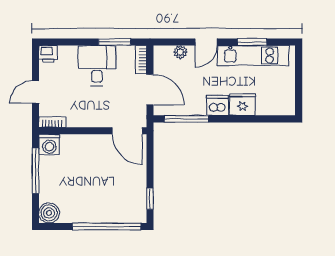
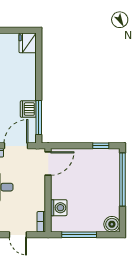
fridge: (242, 104) -> (28, 43), moved
dishwasher: (217, 105) -> (28, 109), moved
washing machine: (49, 145) -> (59, 208), moved

